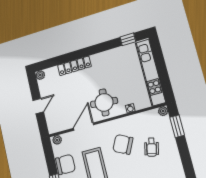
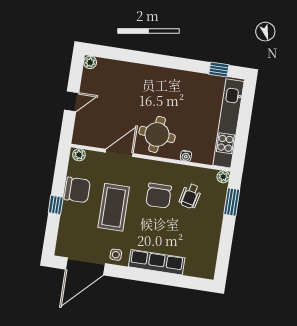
locker: (74, 66) -> (139, 71), removed
chair: (123, 144) -> (159, 196), turned -116
wheelchair: (152, 147) -> (190, 196), moved

